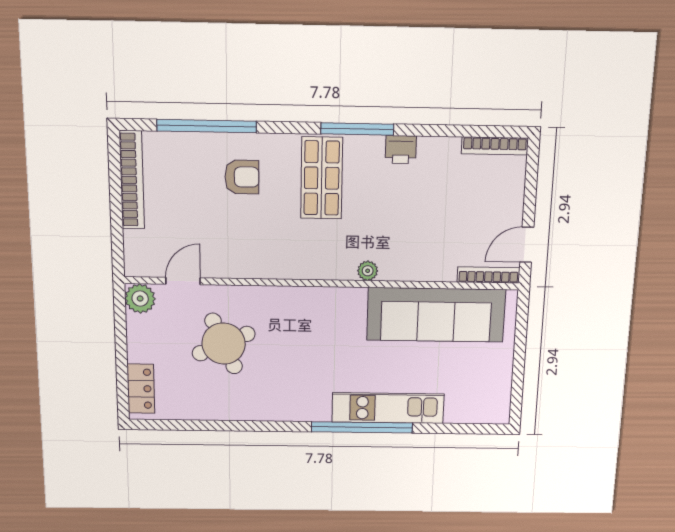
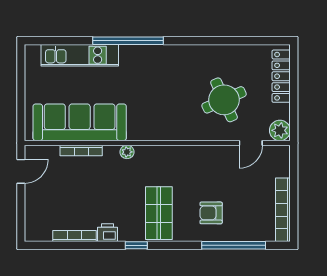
window: (357, 129) -> (136, 245), width x0.46
bookcase: (495, 146) -> (75, 236), moved
bookcase: (488, 275) -> (81, 150), moved
locker: (141, 389) -> (281, 76), width x1.53
kitchen unit: (388, 408) -> (80, 55), moved

